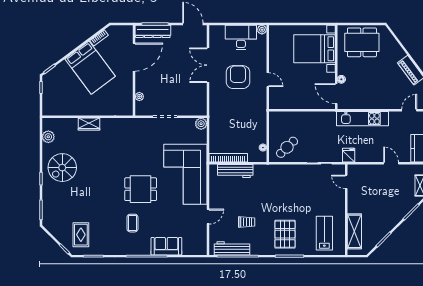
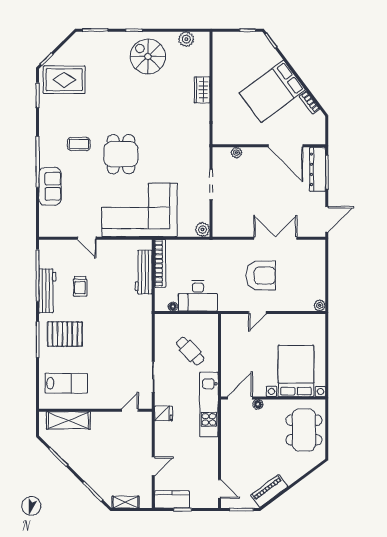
desk: (241, 37) -> (198, 296), moved, turned 90
kitchen unit: (362, 119) -> (209, 405), moved
cafe table: (287, 147) -> (190, 351), moved
rug: (81, 235) -> (64, 80), width x1.36, depth x1.43
workbench: (232, 248) -> (47, 291), moved

